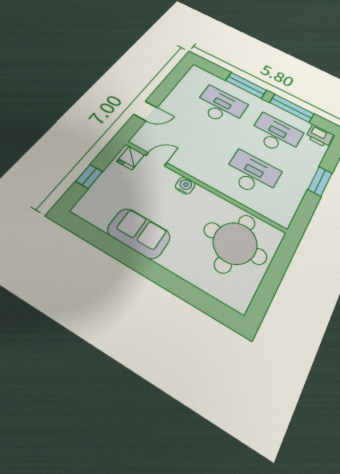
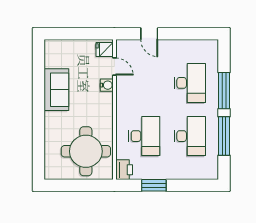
printer: (320, 136) -> (124, 170), moved, turned 180
window: (89, 177) -> (74, 34), removed
window: (320, 181) -> (154, 185), moved
water cooler: (185, 185) -> (107, 85), moved

